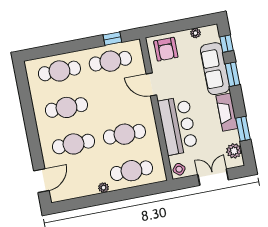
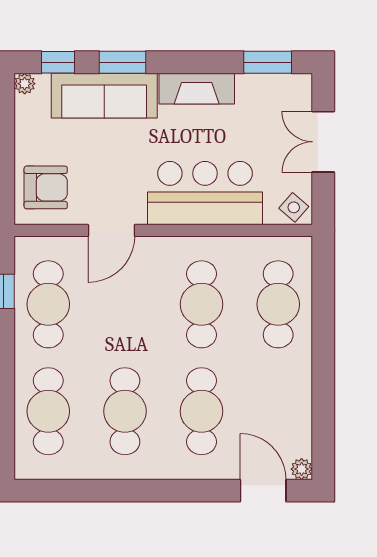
plant: (196, 33) -> (25, 84), moved
window: (243, 129) -> (268, 62), moved
plant: (234, 151) -> (278, 89), removed
plant: (103, 188) -> (302, 469), moved

